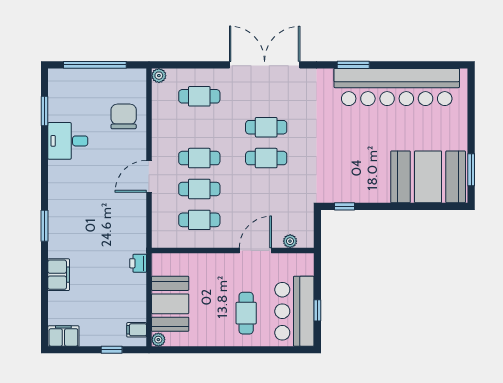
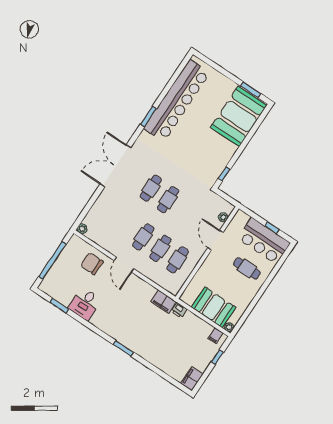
cafe table: (199, 96) -> (109, 214), removed
door: (149, 176) -> (124, 265), moved
filing cabinet: (59, 275) -> (163, 302), moved, turned 180

